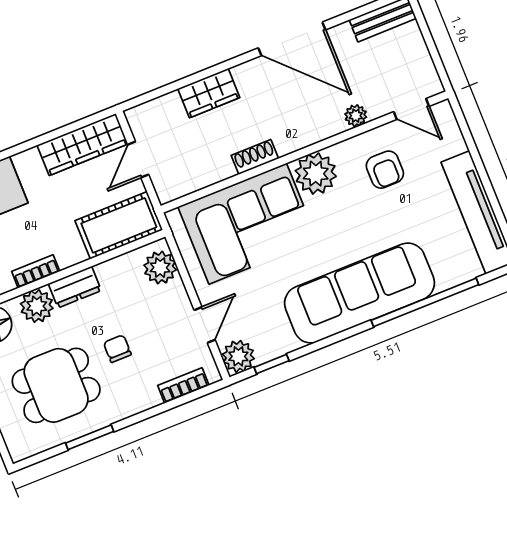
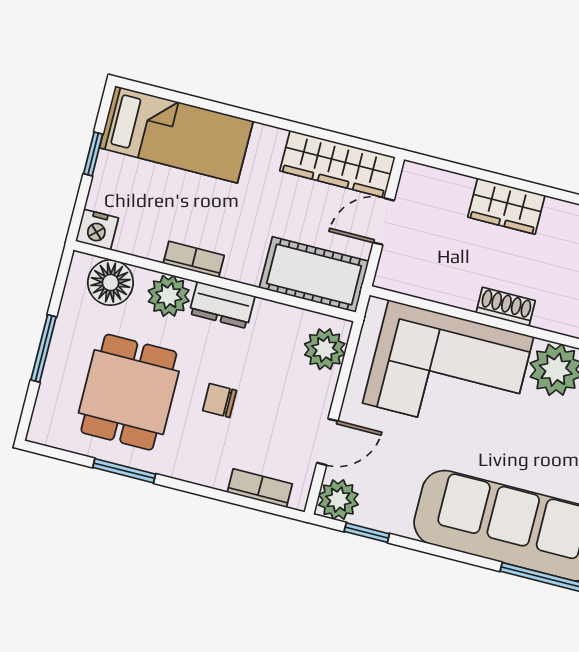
chair: (117, 349) -> (220, 400), turned -90
dining table: (56, 385) -> (129, 392), turned 90

